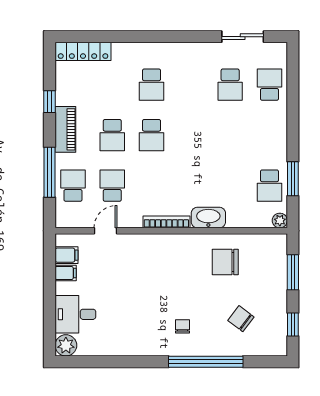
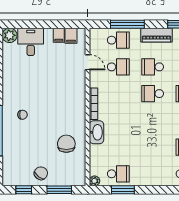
school desk: (269, 186) -> (118, 174), turned 180
chair: (241, 319) -> (41, 173), moved

